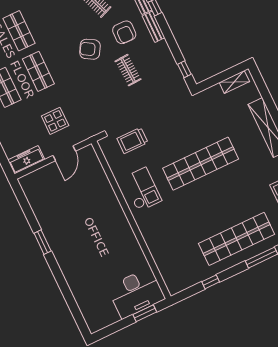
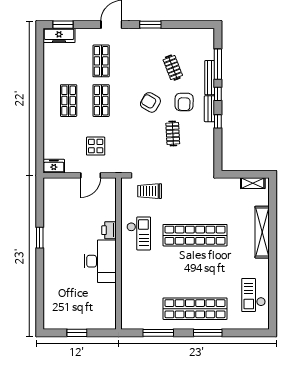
window: (184, 69) -> (218, 121), moved
freezer: (26, 160) -> (54, 166), width x0.71
printer: (110, 201) -> (109, 230), added
window: (211, 282) -> (158, 333), width x2.17
desk: (136, 293) -> (100, 261), moved, turned -90
window: (145, 313) -> (77, 333), moved

